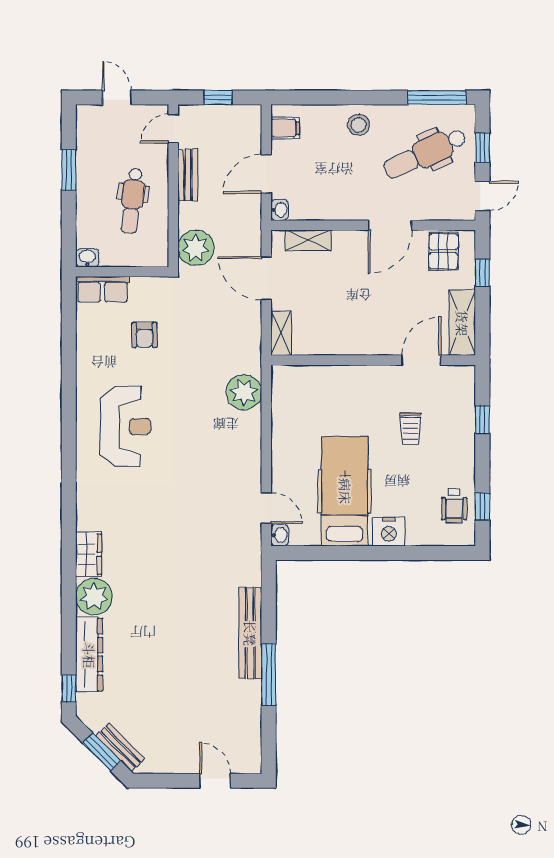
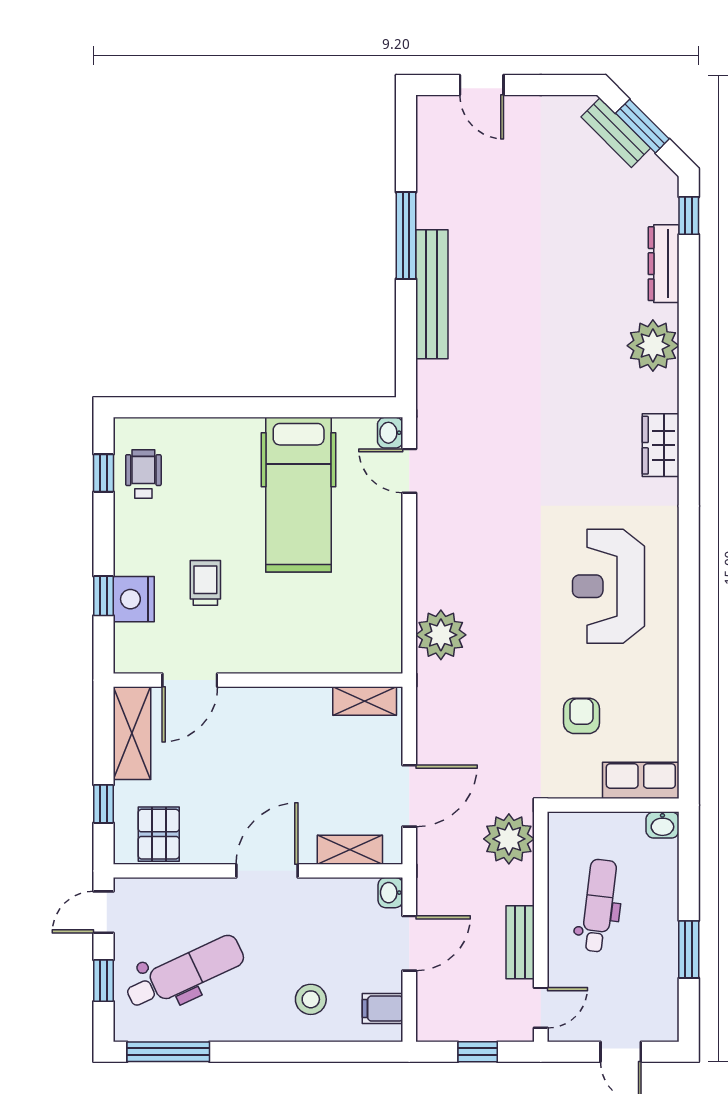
stool: (359, 125) -> (311, 999), moved
door: (390, 225) -> (267, 871), moved
door: (266, 278) -> (409, 796), hinge flipped
shelving: (281, 333) -> (365, 701), moved, turned 90
nightstand: (389, 532) -> (134, 599), moved, turned -90
wardrobe: (89, 554) -> (661, 445), moved
dresser: (89, 655) -> (664, 264), width x0.73, depth x0.80

